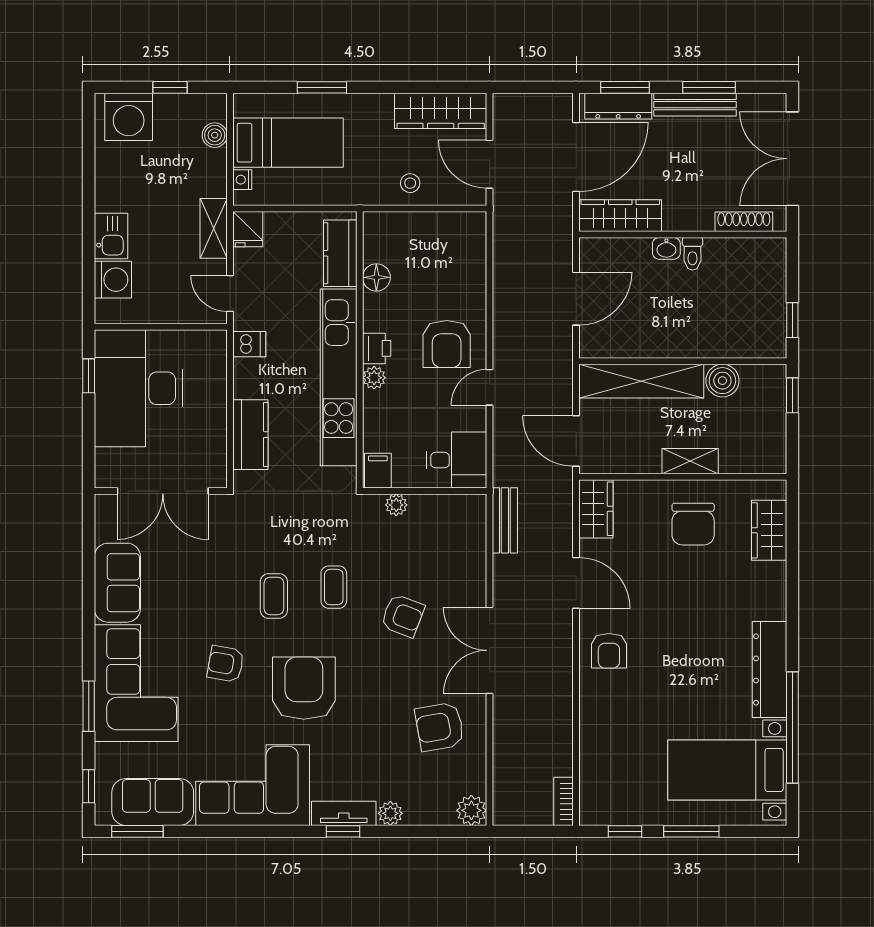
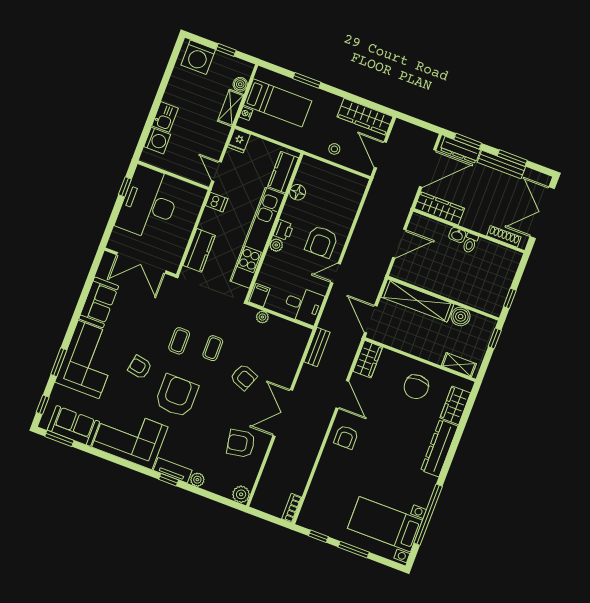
shelving: (214, 228) -> (231, 108), moved
shelving: (690, 461) -> (459, 365), moved
dresser: (769, 669) -> (439, 448), moved

